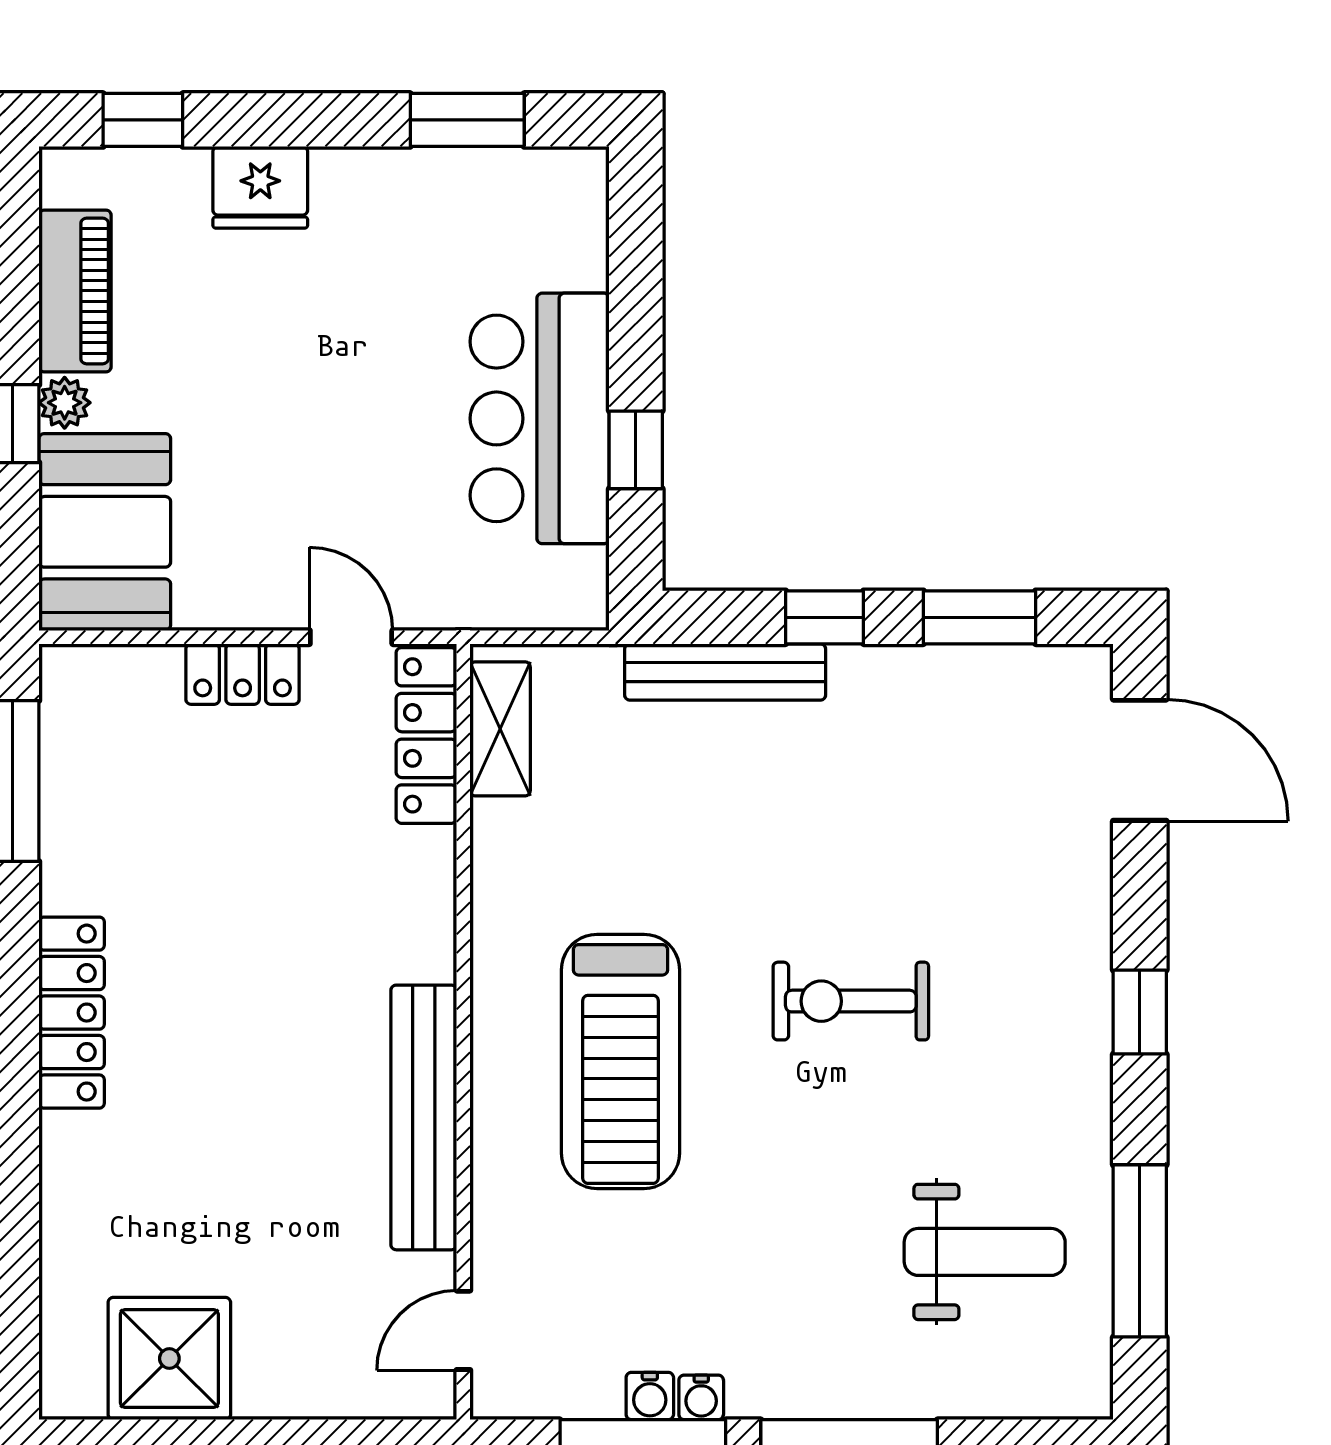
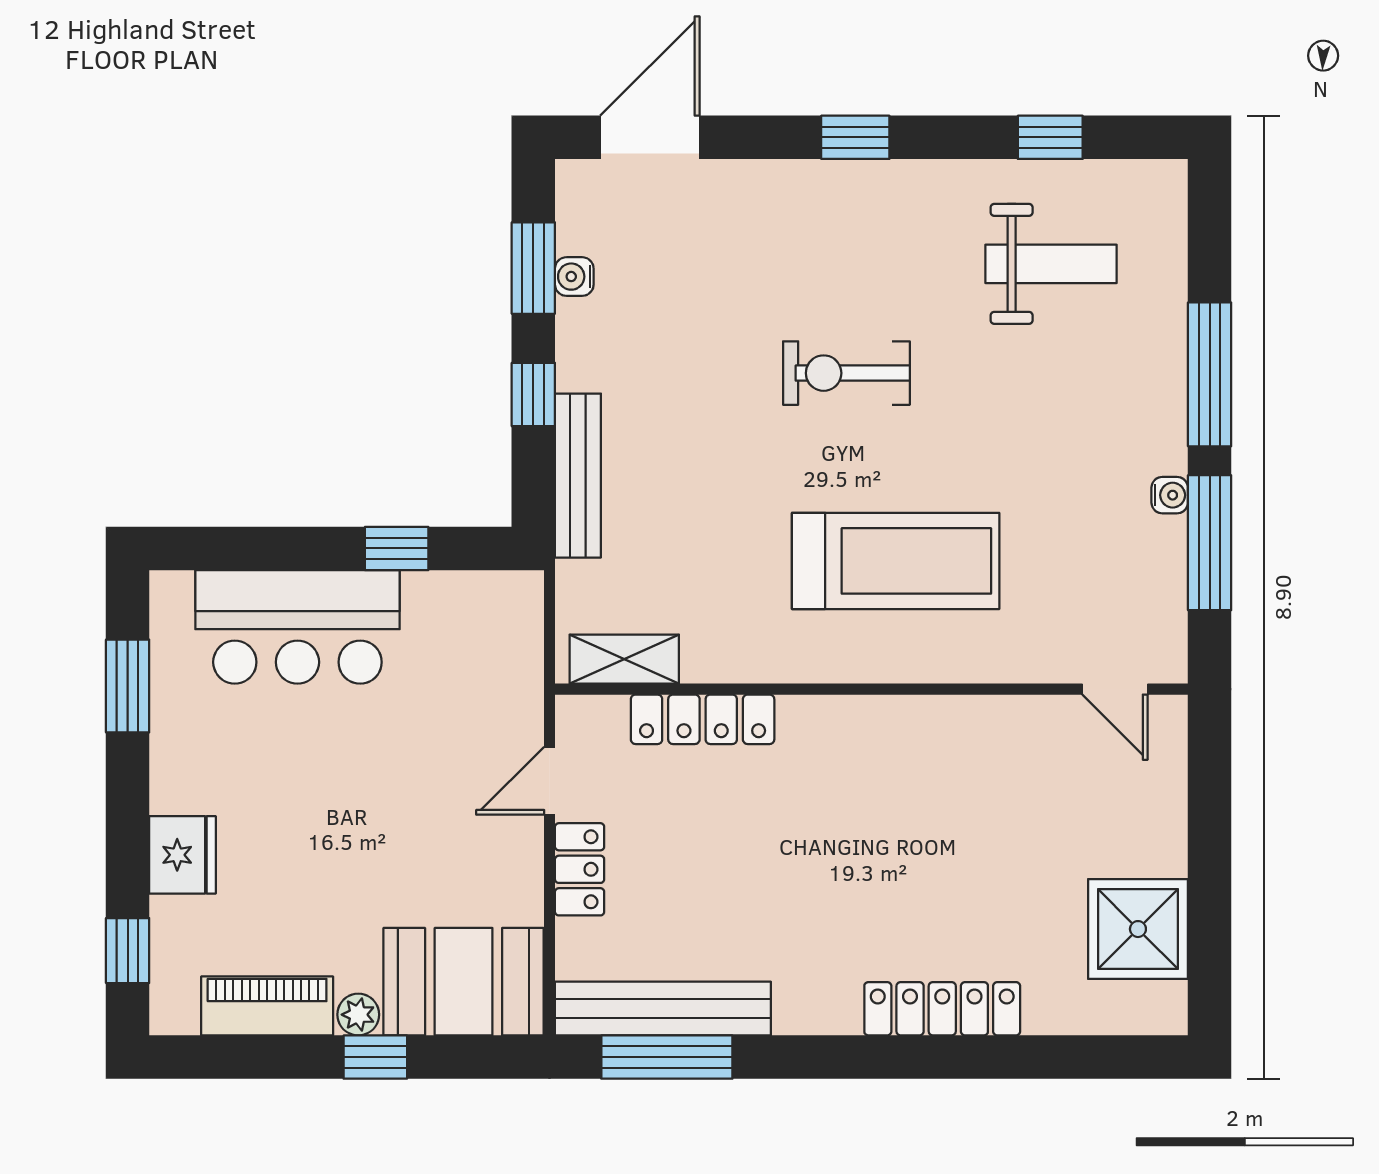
bar counter: (540, 418) -> (297, 627), moved
locker: (426, 735) -> (703, 719), moved
exercise bike: (851, 1001) -> (846, 373), turned 90
locker: (72, 1013) -> (942, 1009), moved
bench: (424, 1117) -> (663, 1009), moved
window: (1140, 1251) -> (1050, 137), width x0.46
weight bench: (985, 1252) -> (1051, 264), turned 90
water cooler: (650, 1396) -> (574, 277), moved, turned 180

